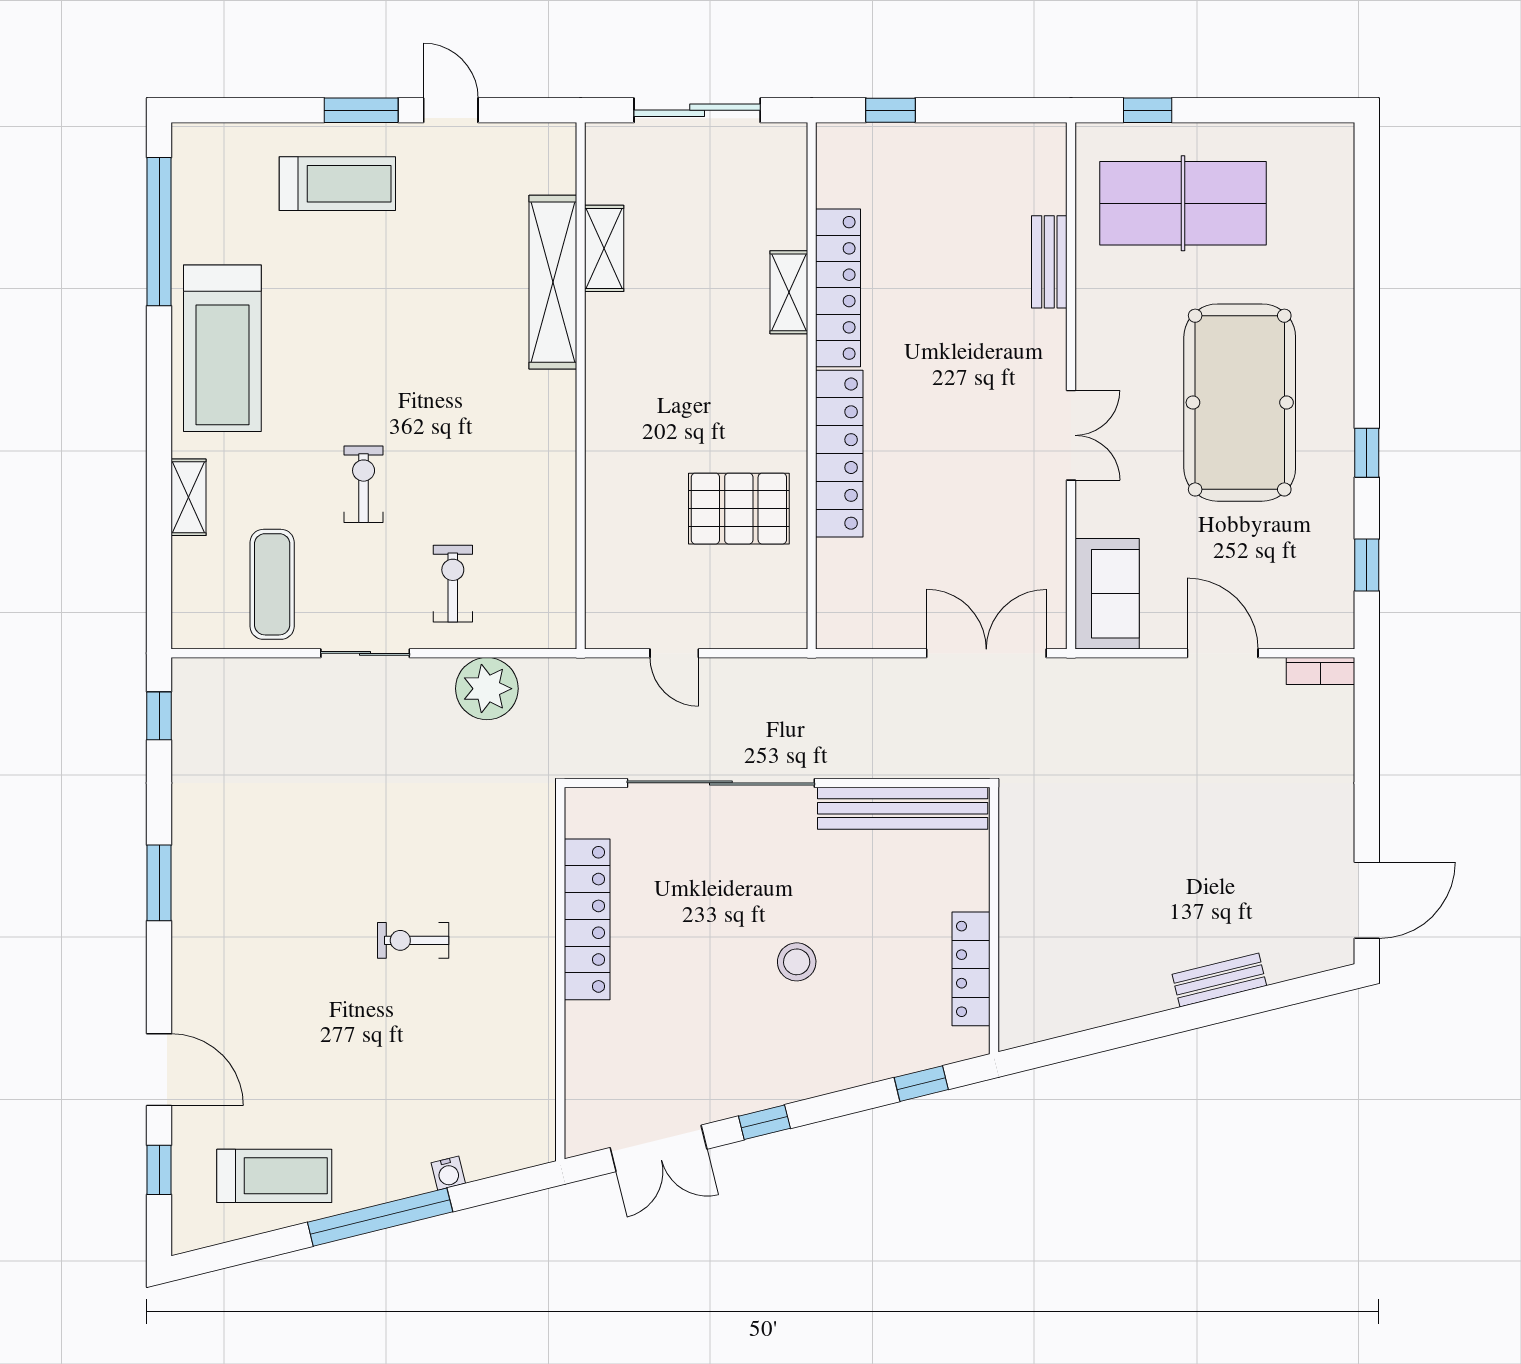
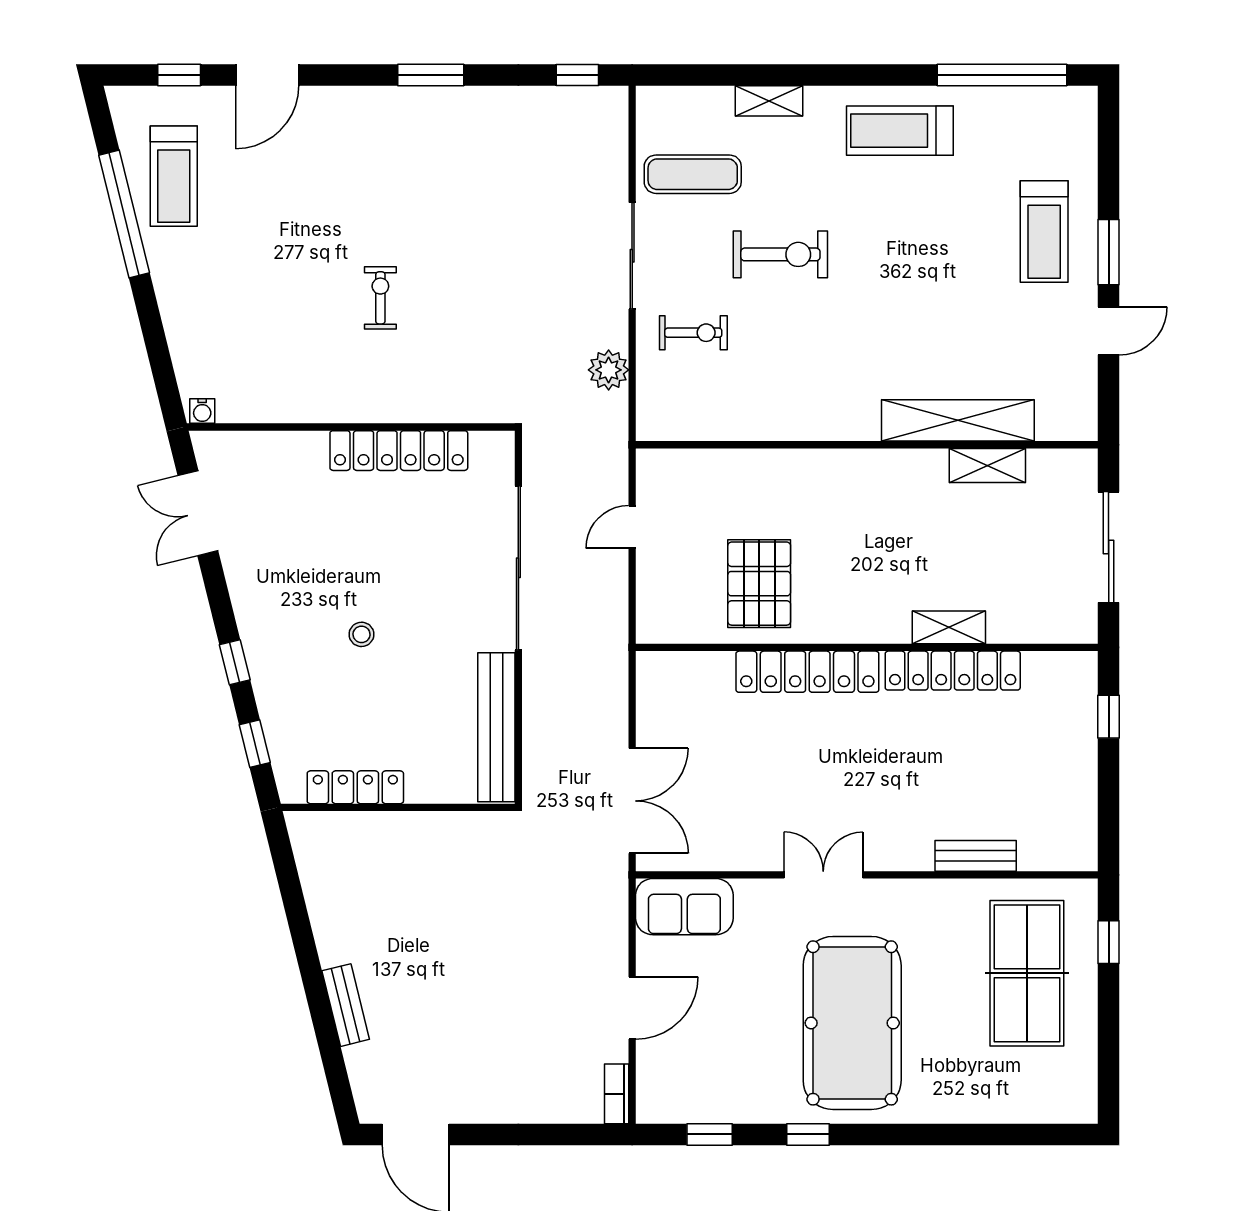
treadmill: (222, 348) -> (900, 131), width x0.73, depth x0.73
pool table: (1240, 403) -> (852, 1023), turned 90
double door: (1071, 435) -> (823, 875), swing flipped
exercise bike: (364, 484) -> (780, 254), width x1.38, depth x1.39
sliding door: (365, 653) -> (632, 256), width x1.37
plant: (487, 689) -> (609, 370), width x0.73, depth x0.73
stool: (797, 962) -> (362, 634), width x0.73, depth x0.73
window: (764, 1122) -> (235, 662), moved
water cooler: (448, 1173) -> (202, 411), moved, turned -76
window: (380, 1217) -> (124, 214), moved

